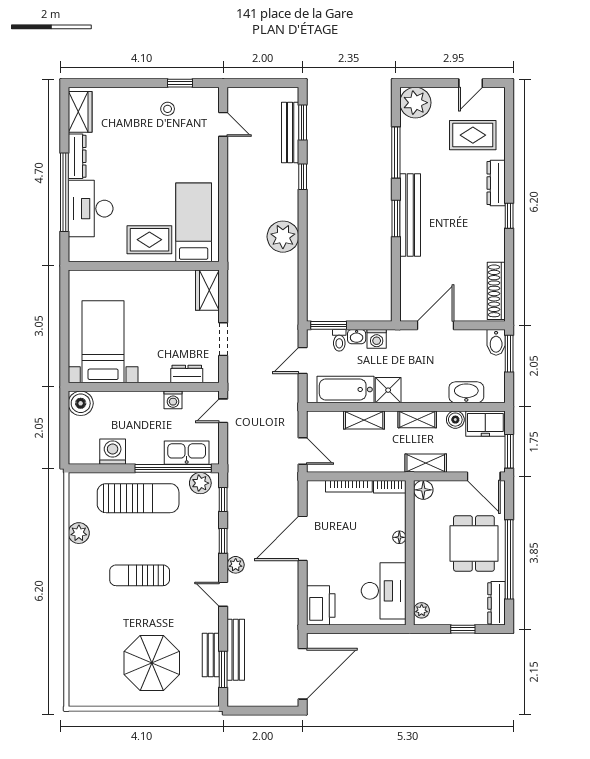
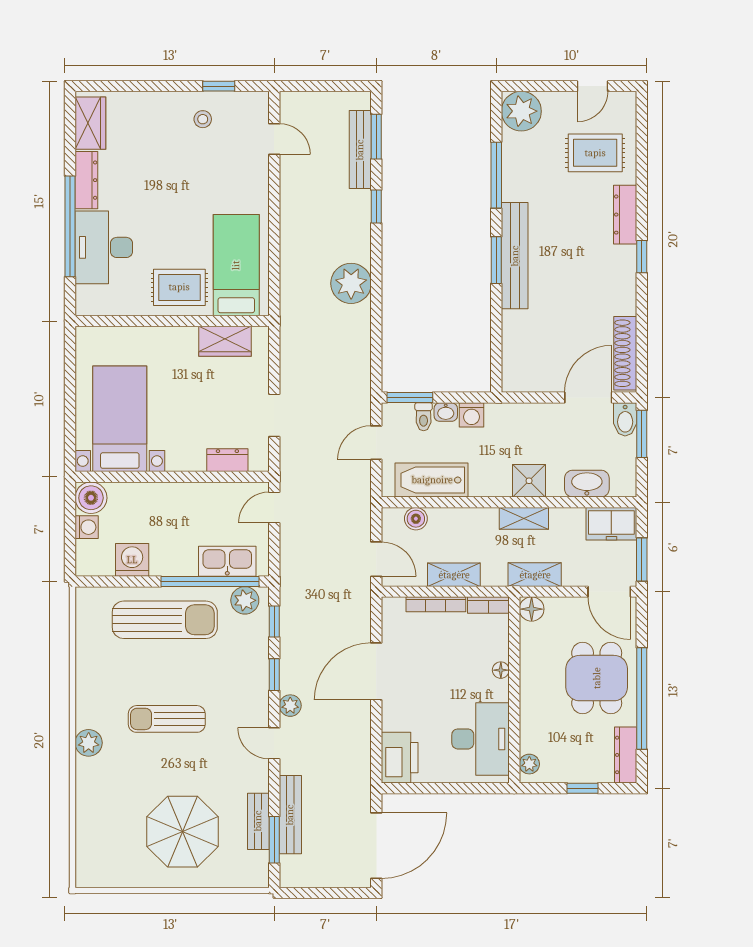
wardrobe: (207, 290) -> (225, 341), moved, turned -90
door: (436, 325) -> (588, 398), moved
shower: (388, 390) -> (529, 481), moved
washing machine: (173, 400) -> (87, 527), moved, turned -90
shelving: (364, 420) -> (454, 575), moved
boiler: (455, 420) -> (416, 519), moved
plant: (79, 533) -> (89, 743), moved

